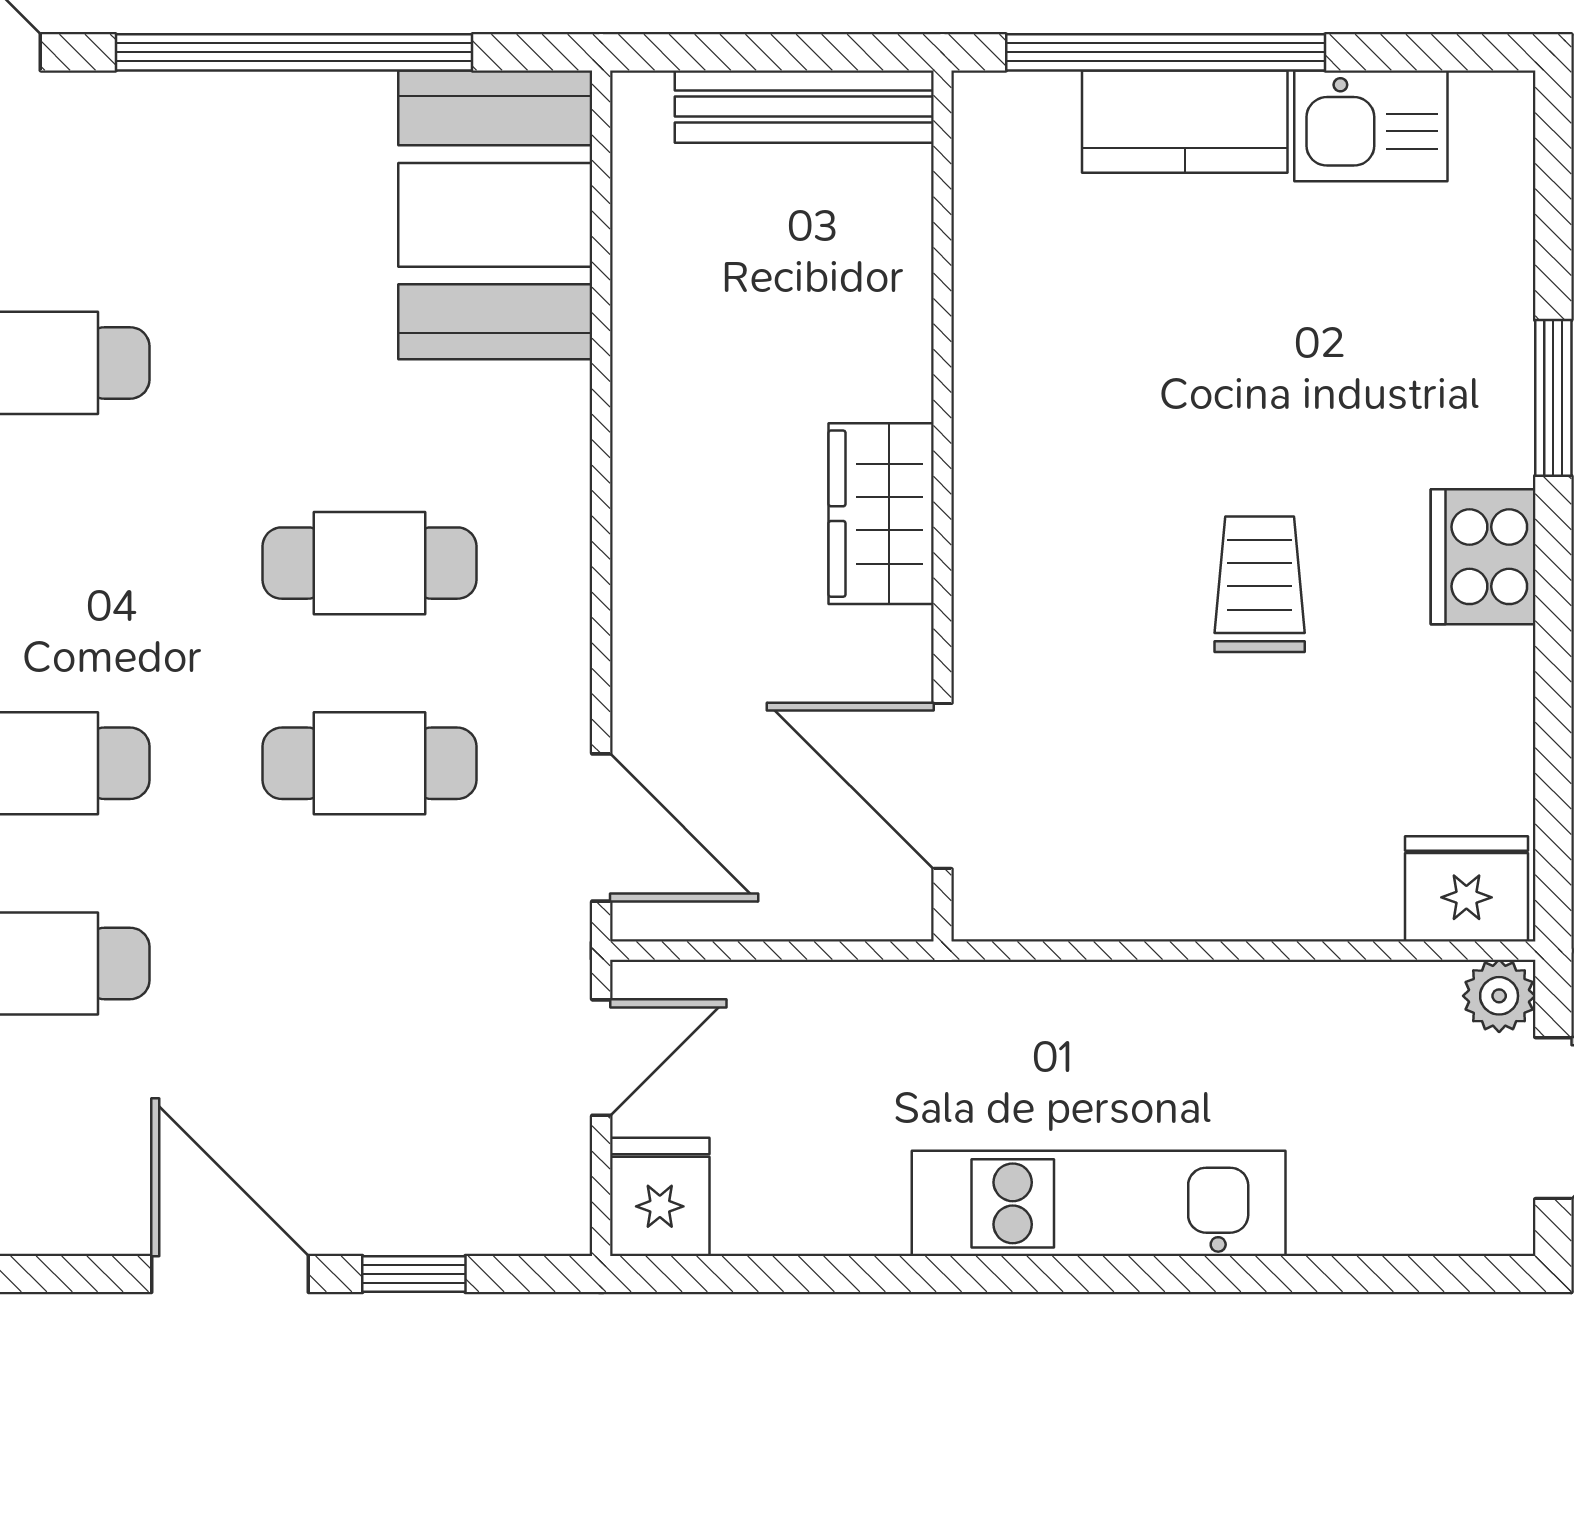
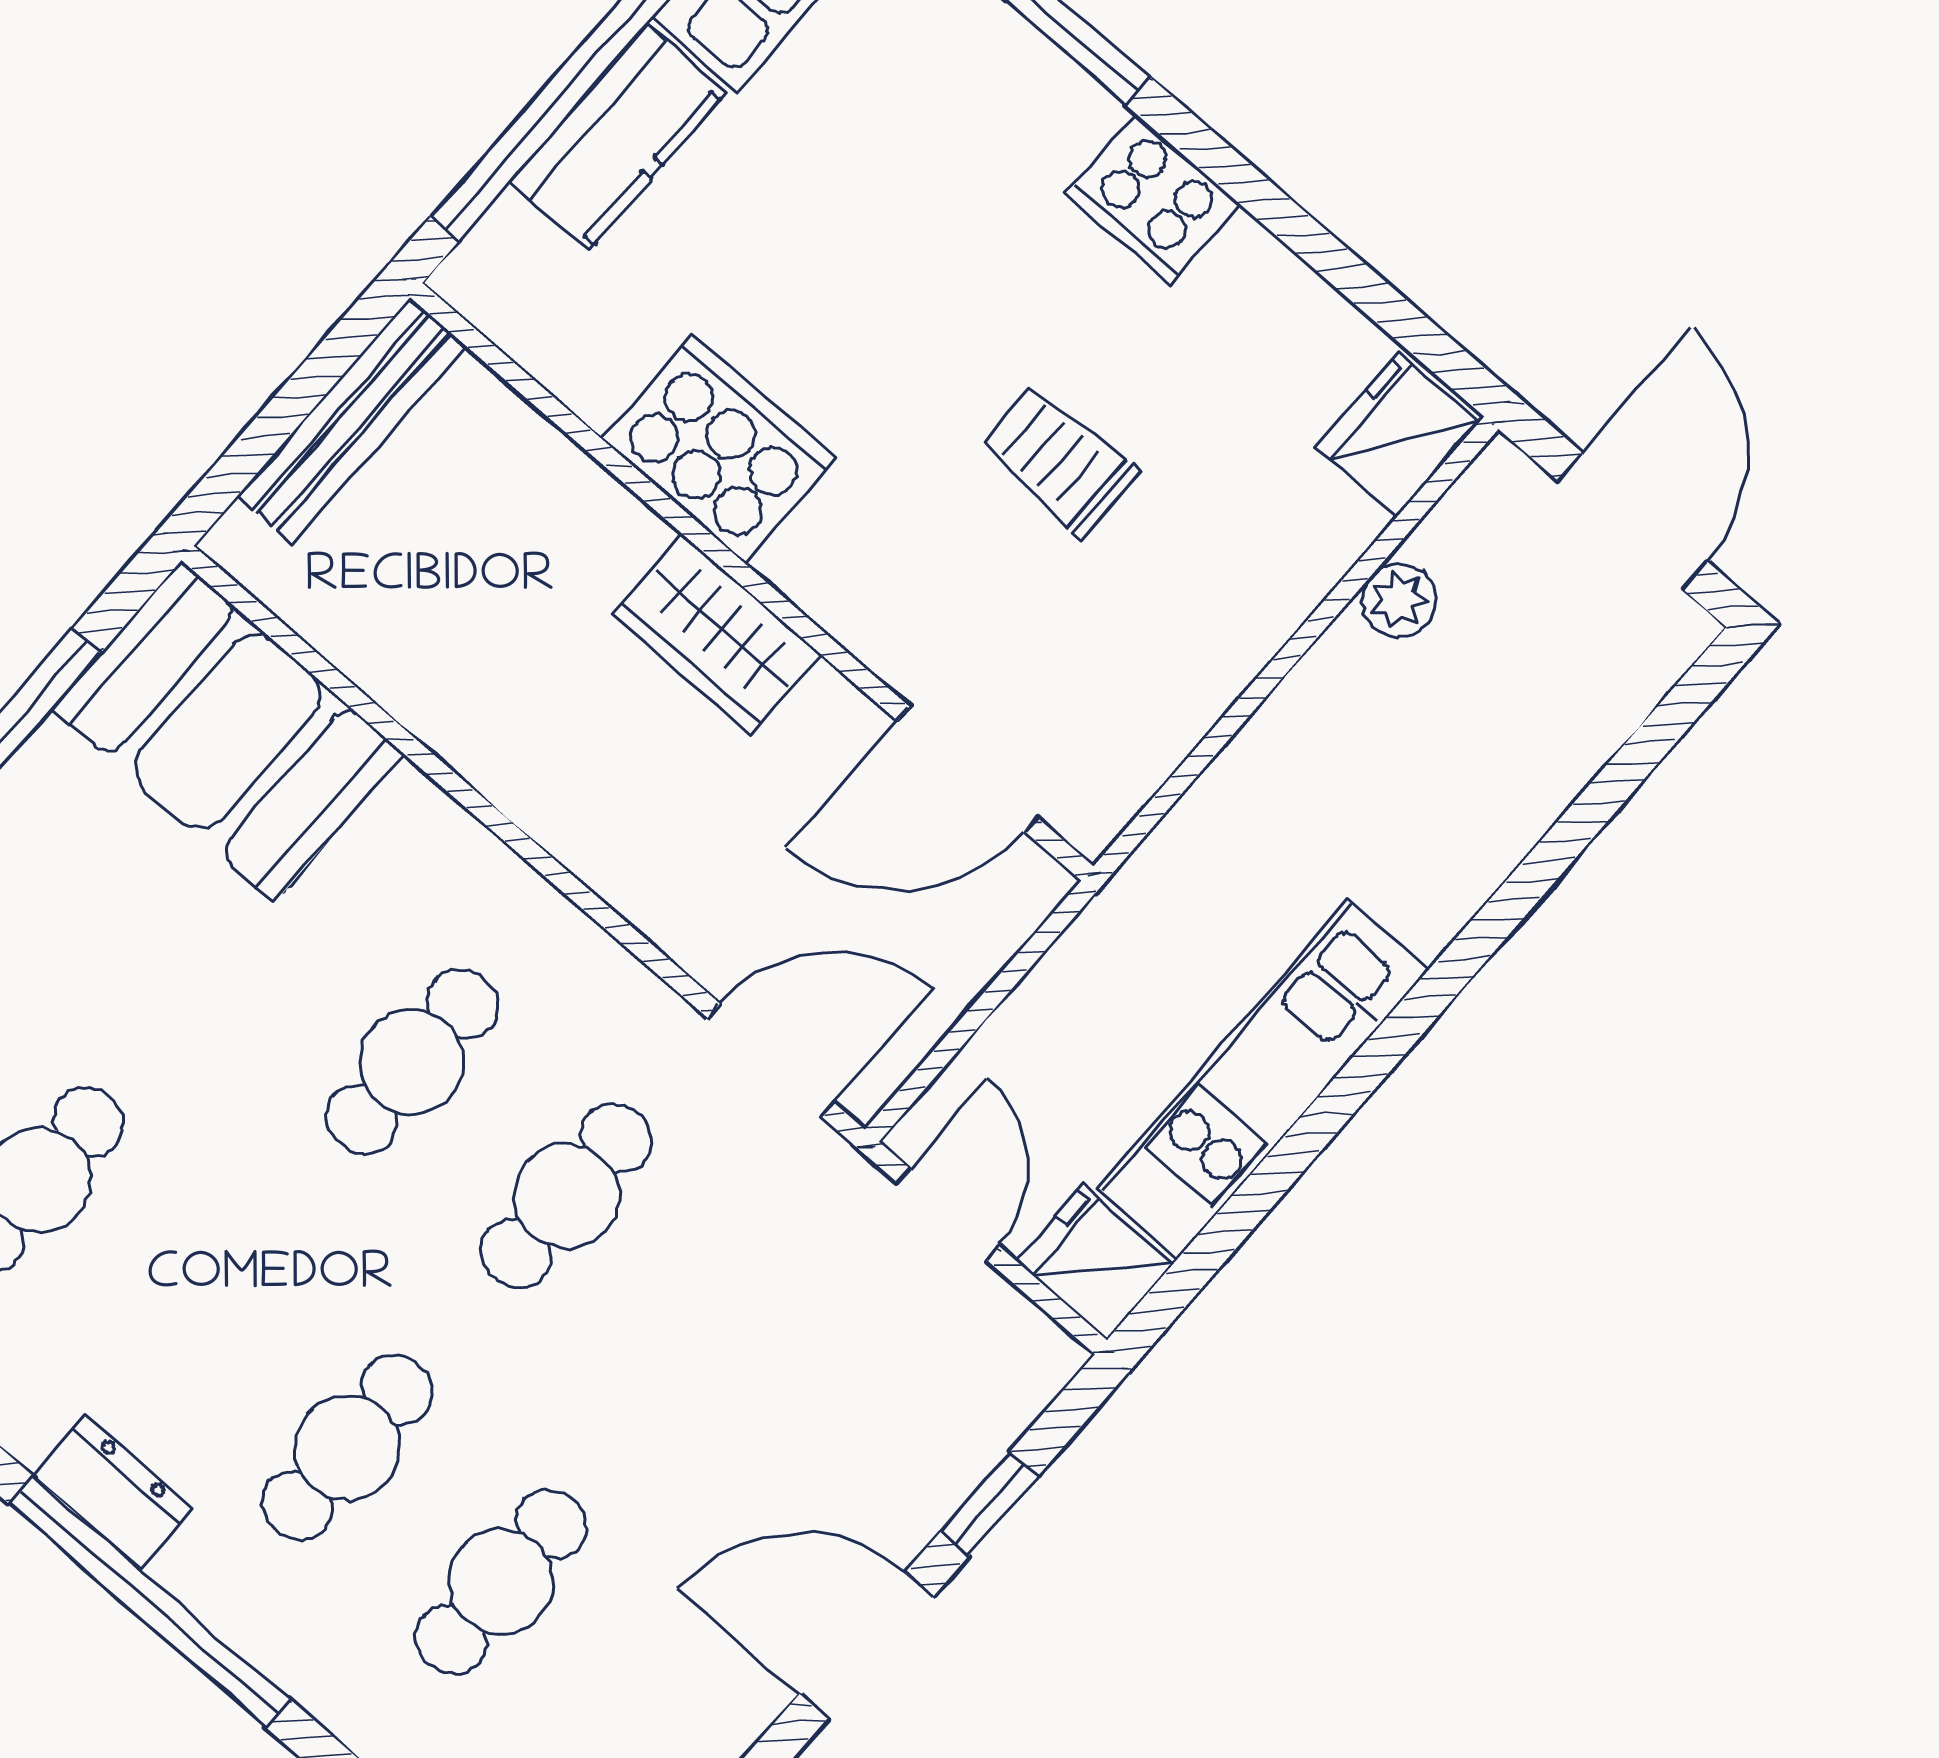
cooker: (1020, 396) -> (719, 448), added
trolley: (1260, 584) -> (1058, 460), moved
plant: (1499, 996) -> (1399, 600), moved
kitchen unit: (1099, 1203) -> (1263, 1079), moved

